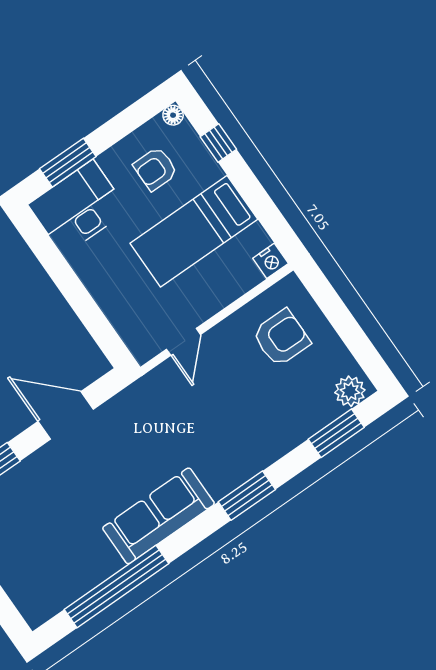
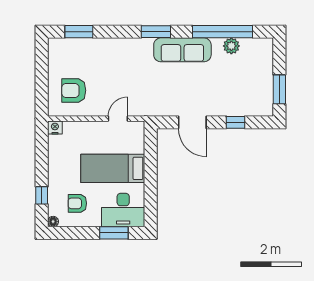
armchair: (155, 169) -> (77, 203), turned 180
bed: (194, 231) -> (113, 168), moved, turned 180
plant: (350, 391) -> (231, 46), moved
window: (247, 496) -> (156, 32), moved

